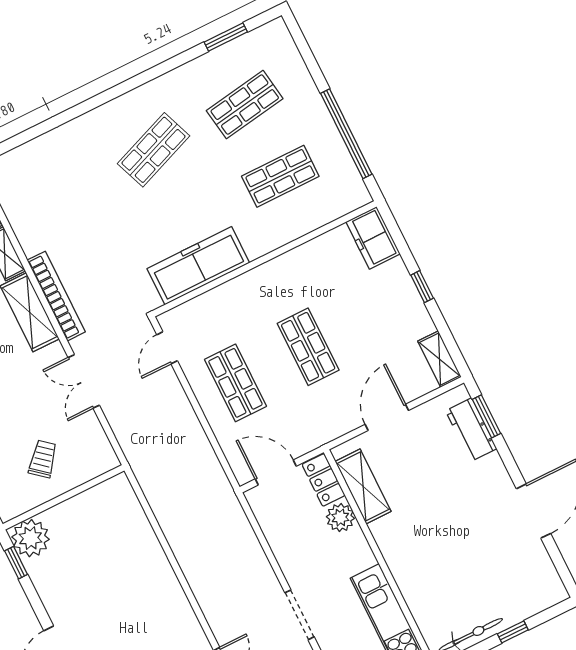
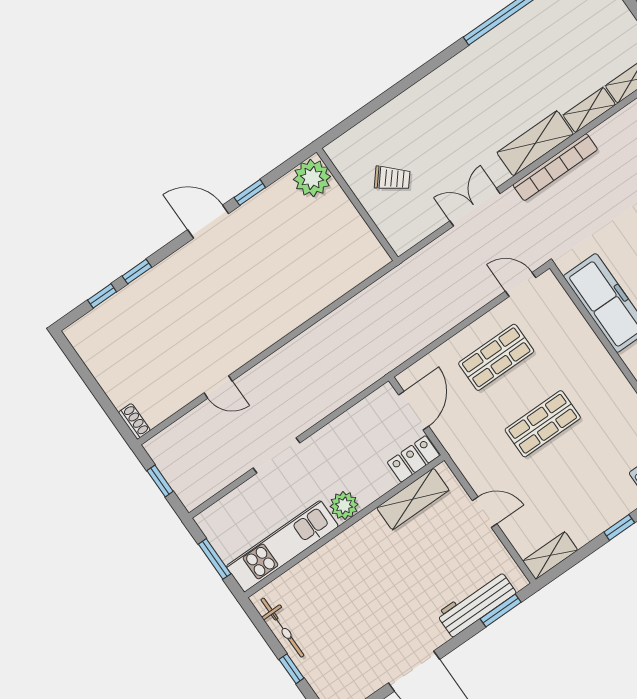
door: (387, 417) -> (485, 512), width x0.73
workbench: (471, 430) -> (476, 603), width x1.38
plant: (340, 518) -> (344, 505), moved
window: (16, 563) -> (250, 192), moved

